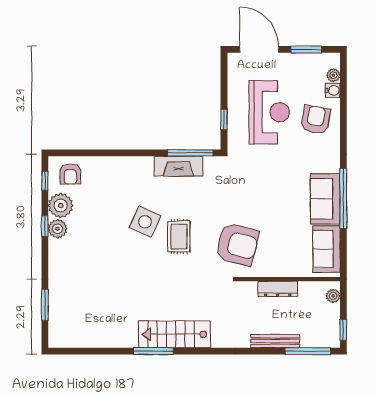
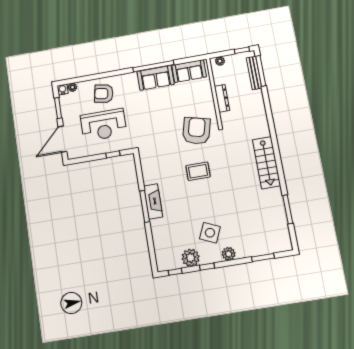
water cooler: (333, 90) -> (63, 90), moved
reception desk: (269, 112) -> (103, 125), turned 180
window: (190, 153) -> (145, 206), moved
fireplace: (178, 166) -> (153, 201), moved
armchair: (70, 174) -> (167, 254), removed
side table: (145, 222) -> (210, 233), moved
plant: (57, 229) -> (229, 254), moved
bench: (275, 341) -> (254, 73), moved
window: (153, 351) -> (288, 209), moved

